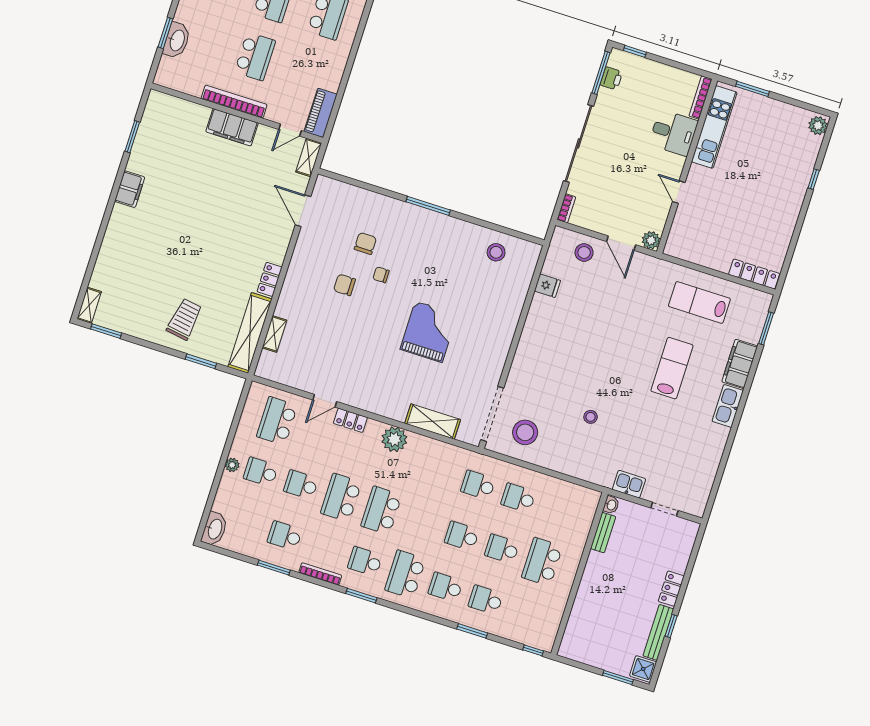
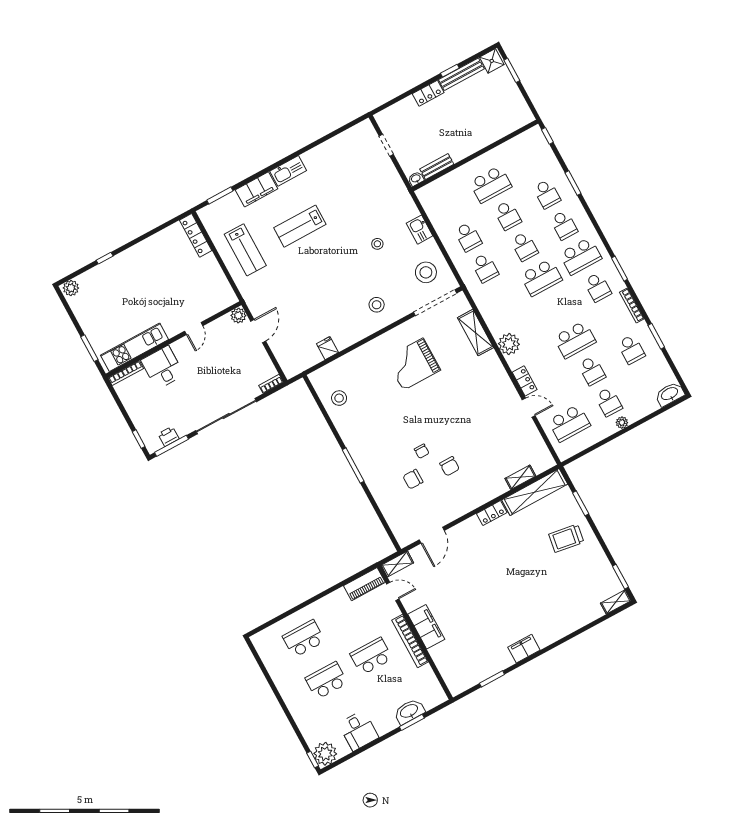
stool: (584, 252) -> (377, 305), moved
grand piano: (429, 332) -> (413, 364), moved
kitchen sink: (629, 484) -> (420, 230), moved
school desk: (381, 510) -> (541, 277), moved

